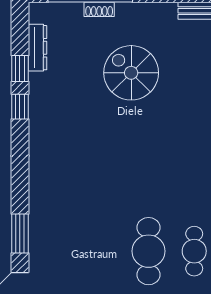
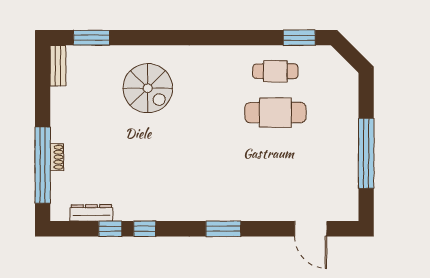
spiral stairs: (131, 73) -> (148, 88), moved, turned -90
window: (20, 233) -> (223, 229), moved

